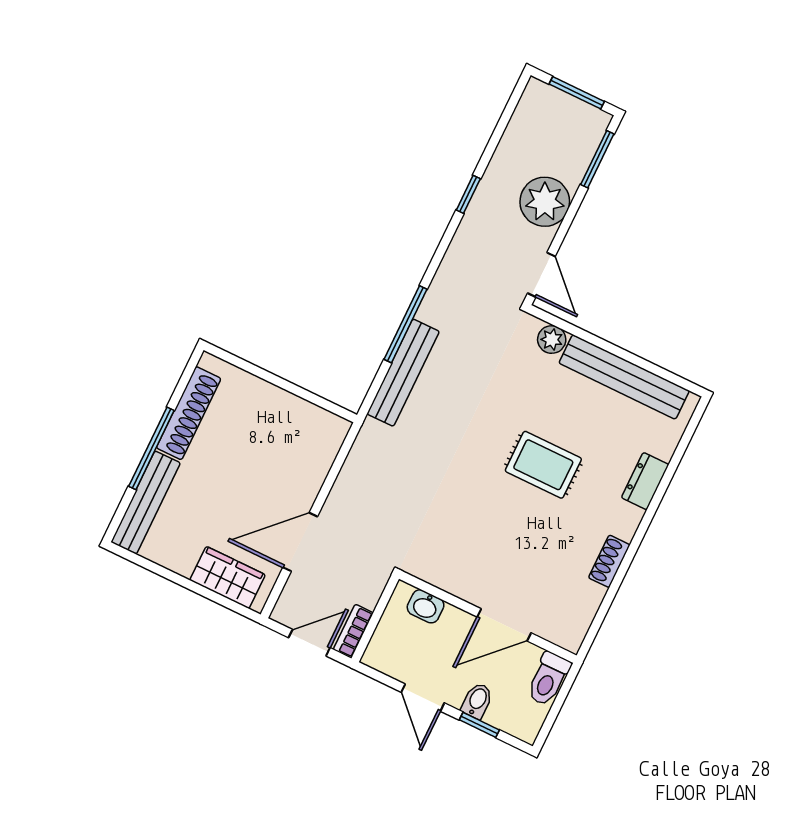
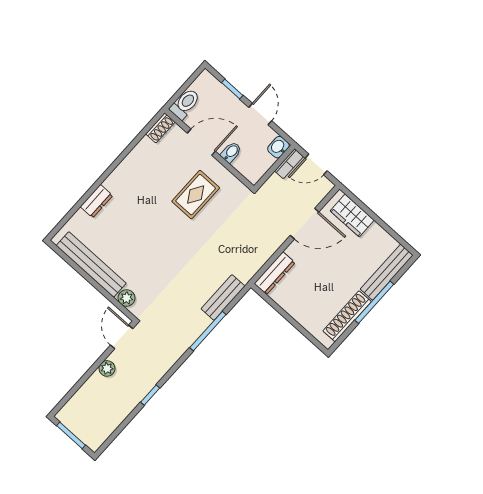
window: (597, 159) -> (70, 394), removed
plant: (545, 202) -> (107, 368), width x0.53, depth x0.53
bench: (403, 373) -> (223, 297), width x0.73
dresser: (325, 449) -> (275, 273), added
rug: (543, 465) -> (196, 195), moved, turned 90
shoe rack: (609, 561) -> (160, 128), moved
washbasin: (426, 606) -> (278, 147), moved, turned -90
bidet: (477, 701) -> (231, 152), moved, turned 180

